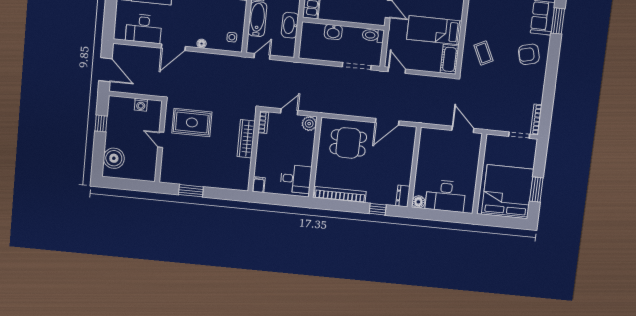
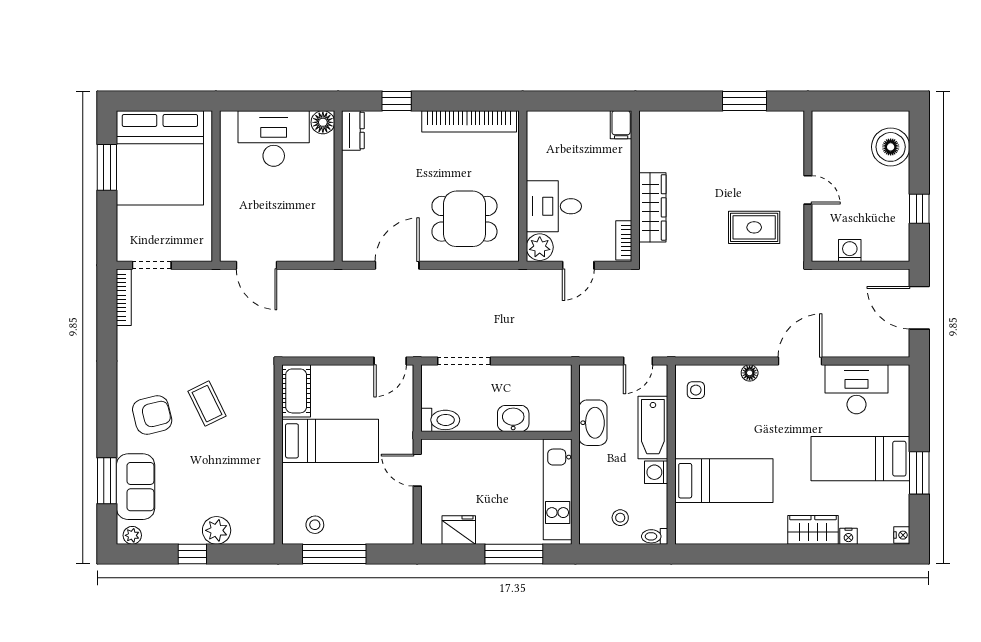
coffee table: (484, 53) -> (207, 404), moved
door: (397, 70) -> (390, 361), hinge flipped
rug: (192, 122) -> (754, 227), width x0.73, depth x0.70
desk: (296, 179) -> (554, 206), moved

